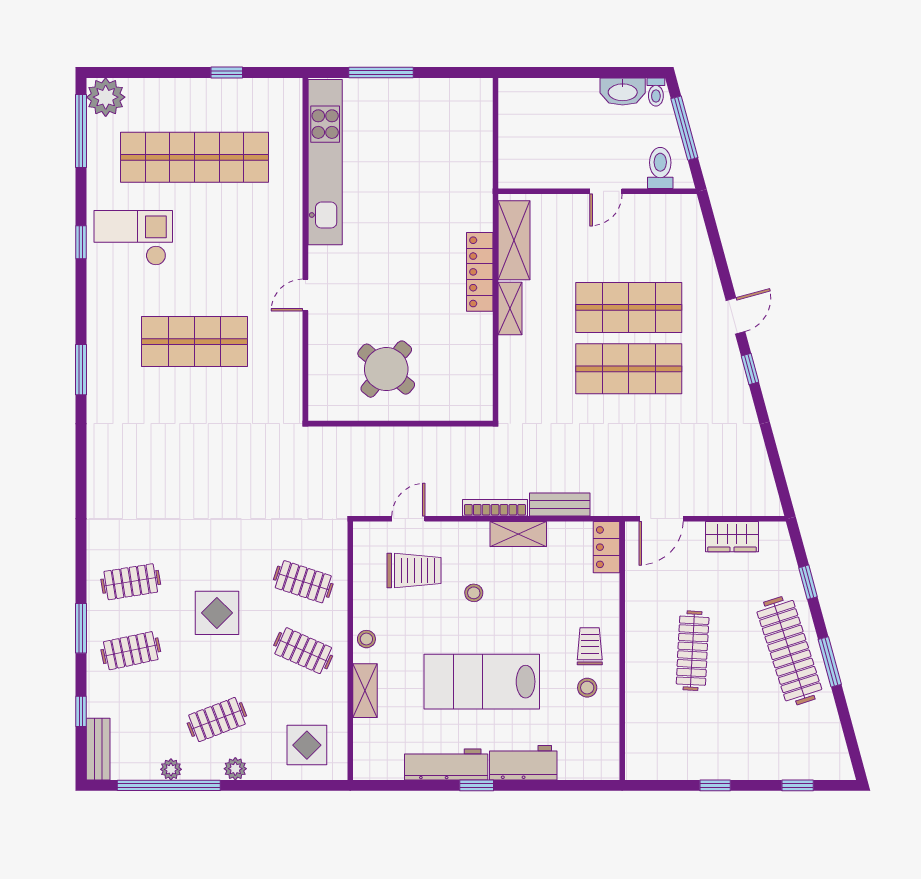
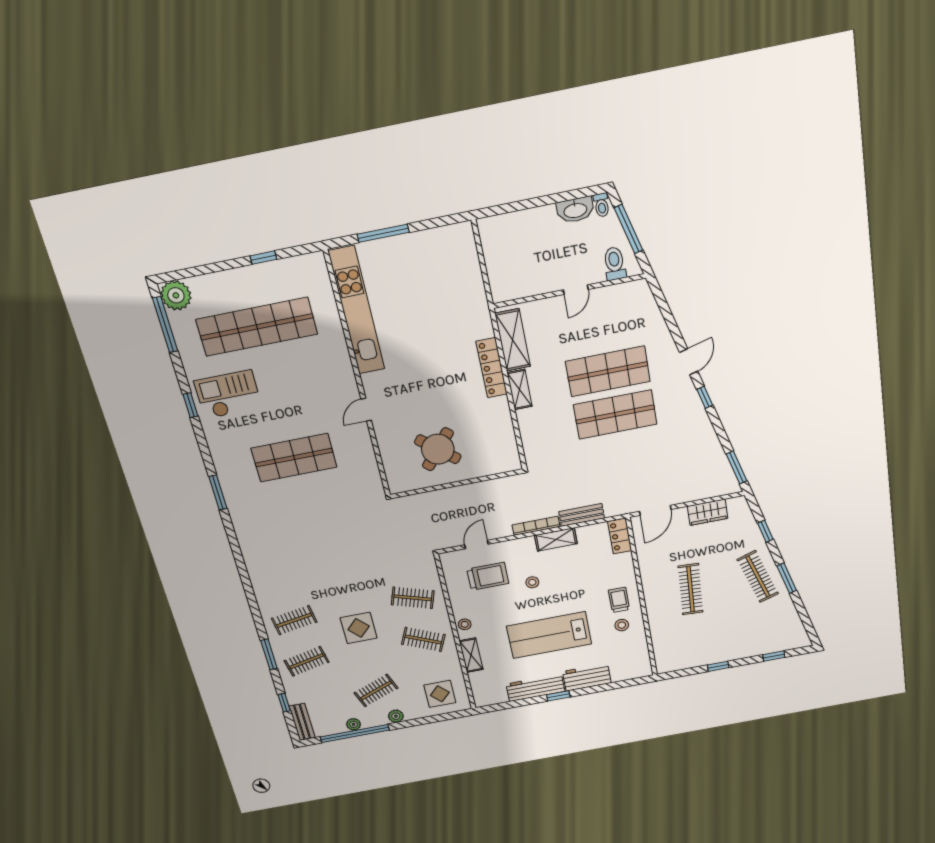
window: (780, 478) -> (737, 467), added
clothes rail: (789, 651) -> (758, 577), width x0.73, depth x0.76

